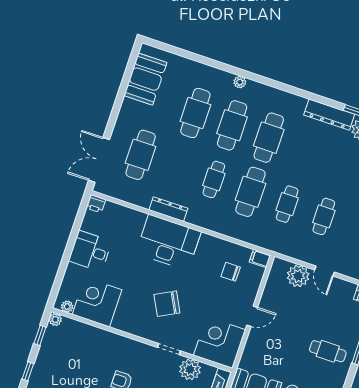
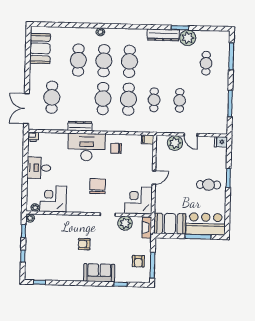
cafe table: (214, 179) -> (103, 98), width x1.37, depth x1.35
chair: (231, 272) -> (116, 148), moved
chair: (167, 304) -> (98, 186), turned 118

